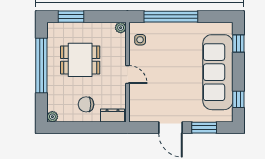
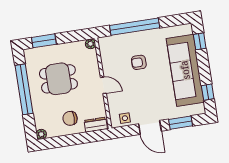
side table: (140, 40) -> (125, 118), moved
armchair: (169, 56) -> (139, 62), added

